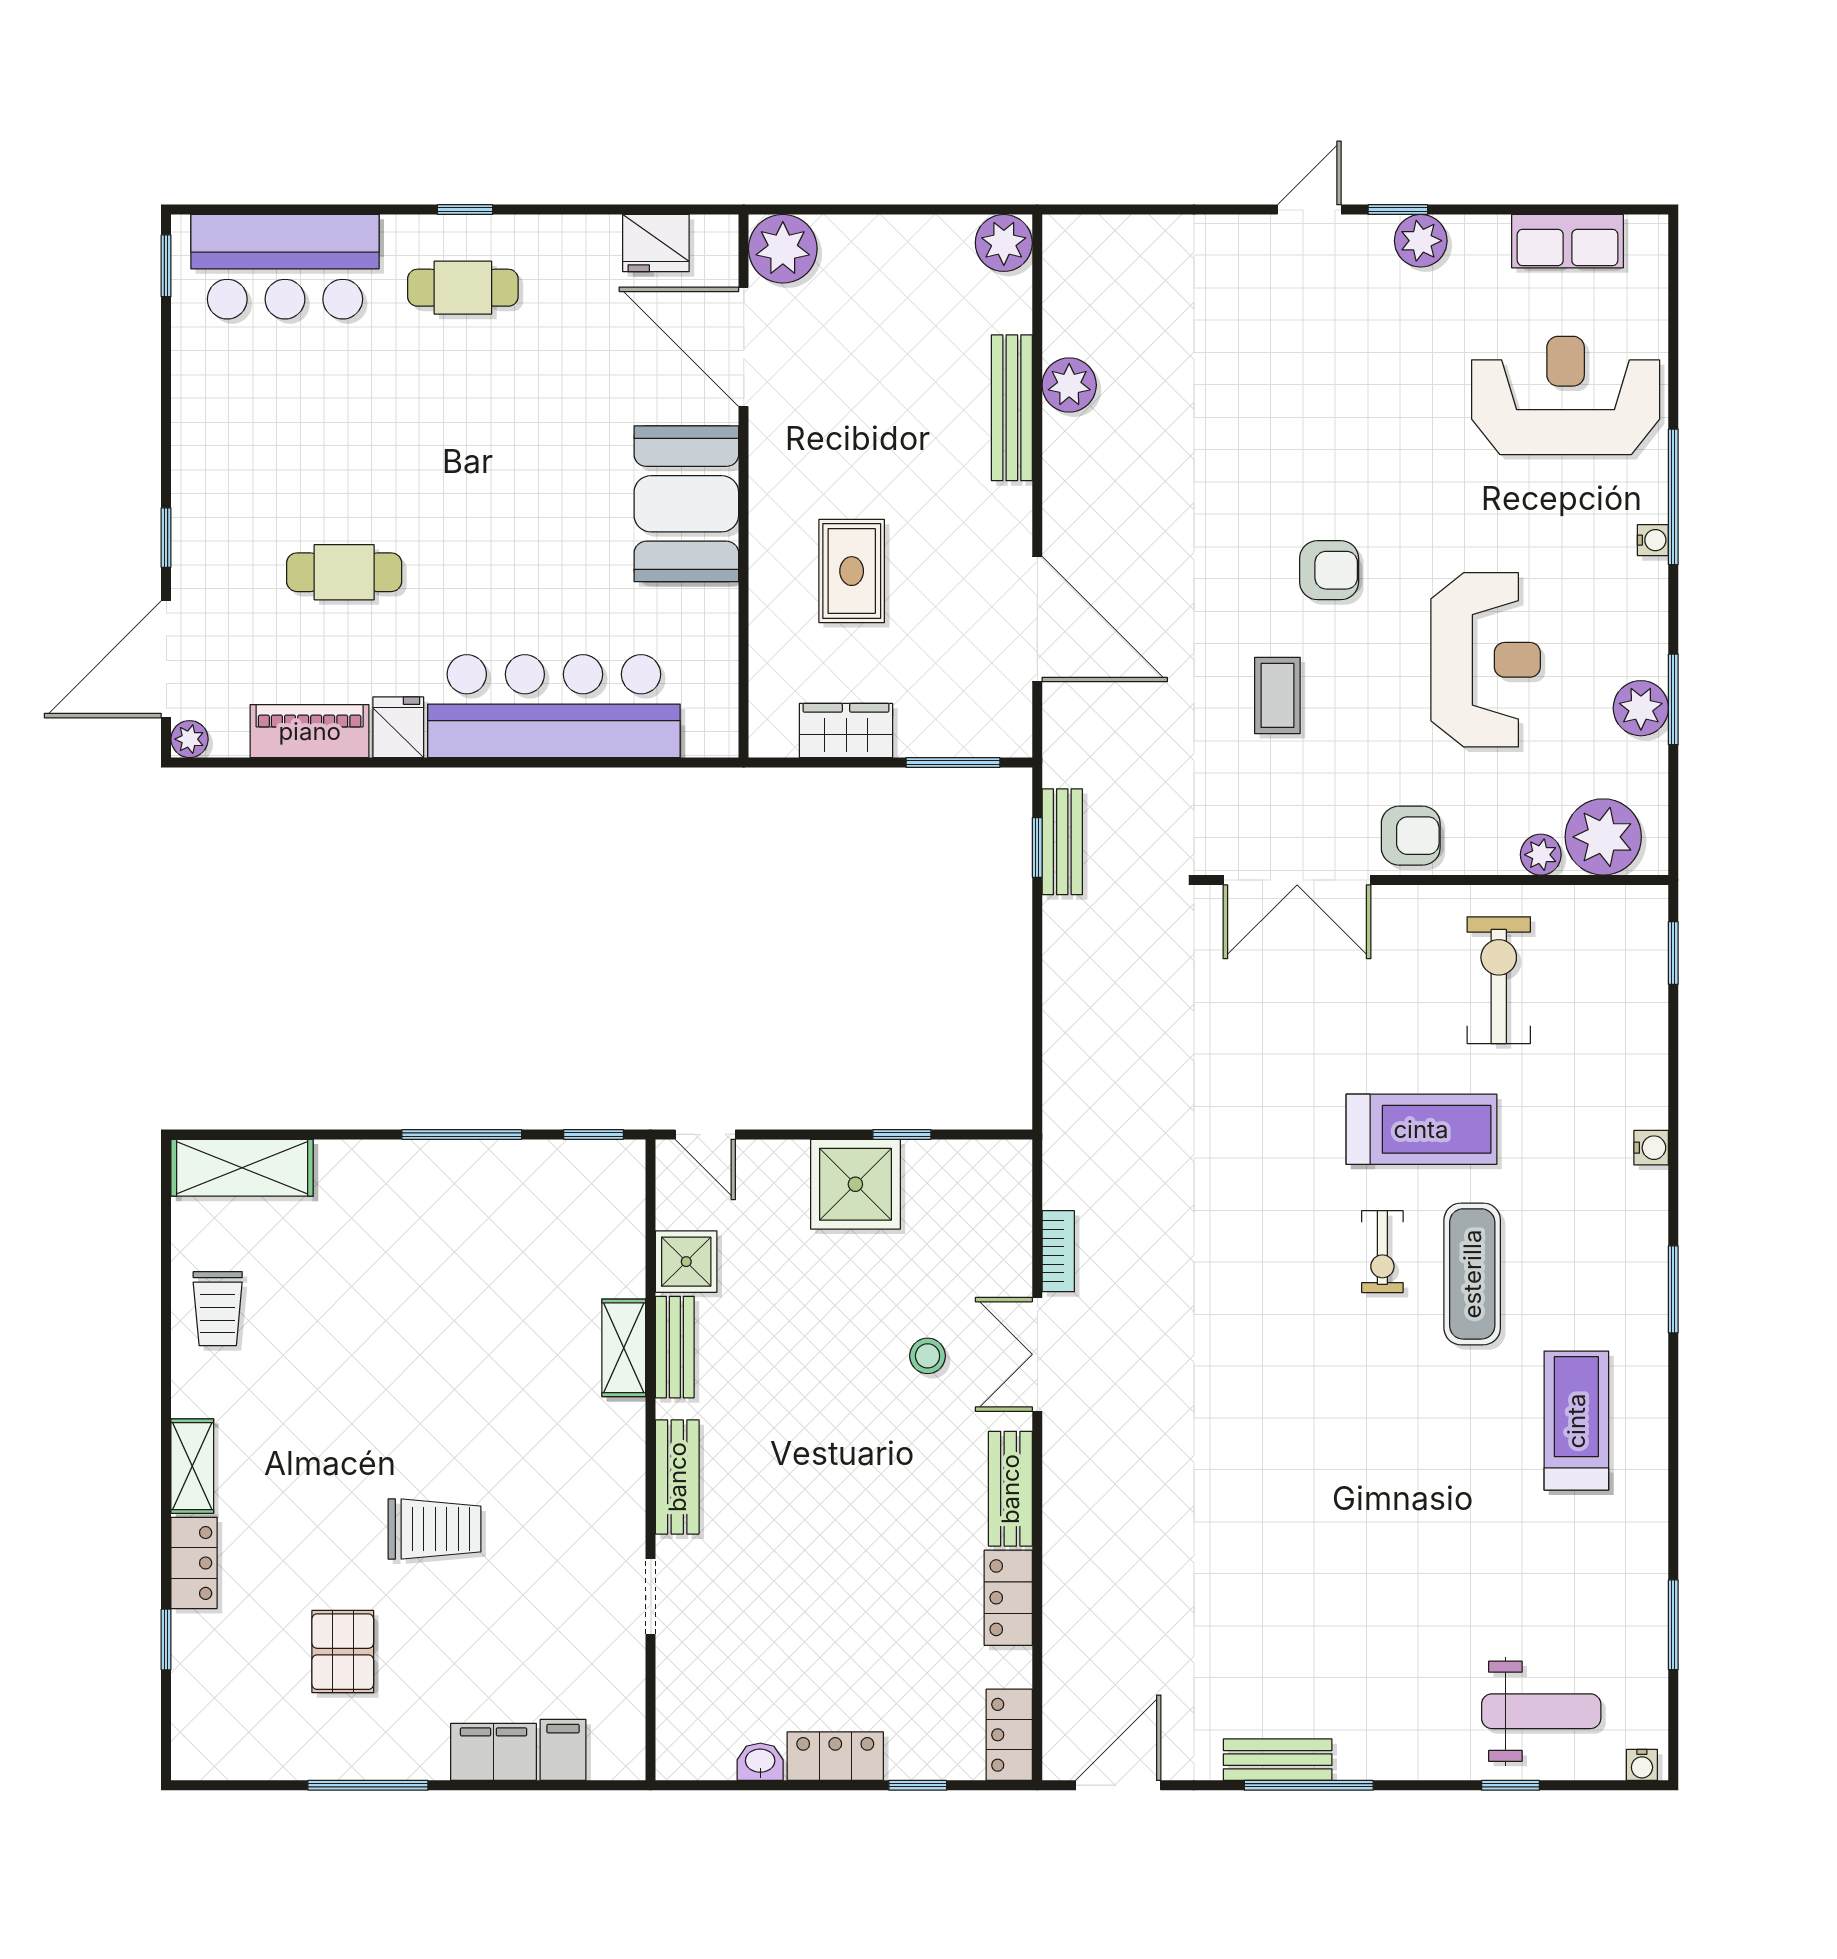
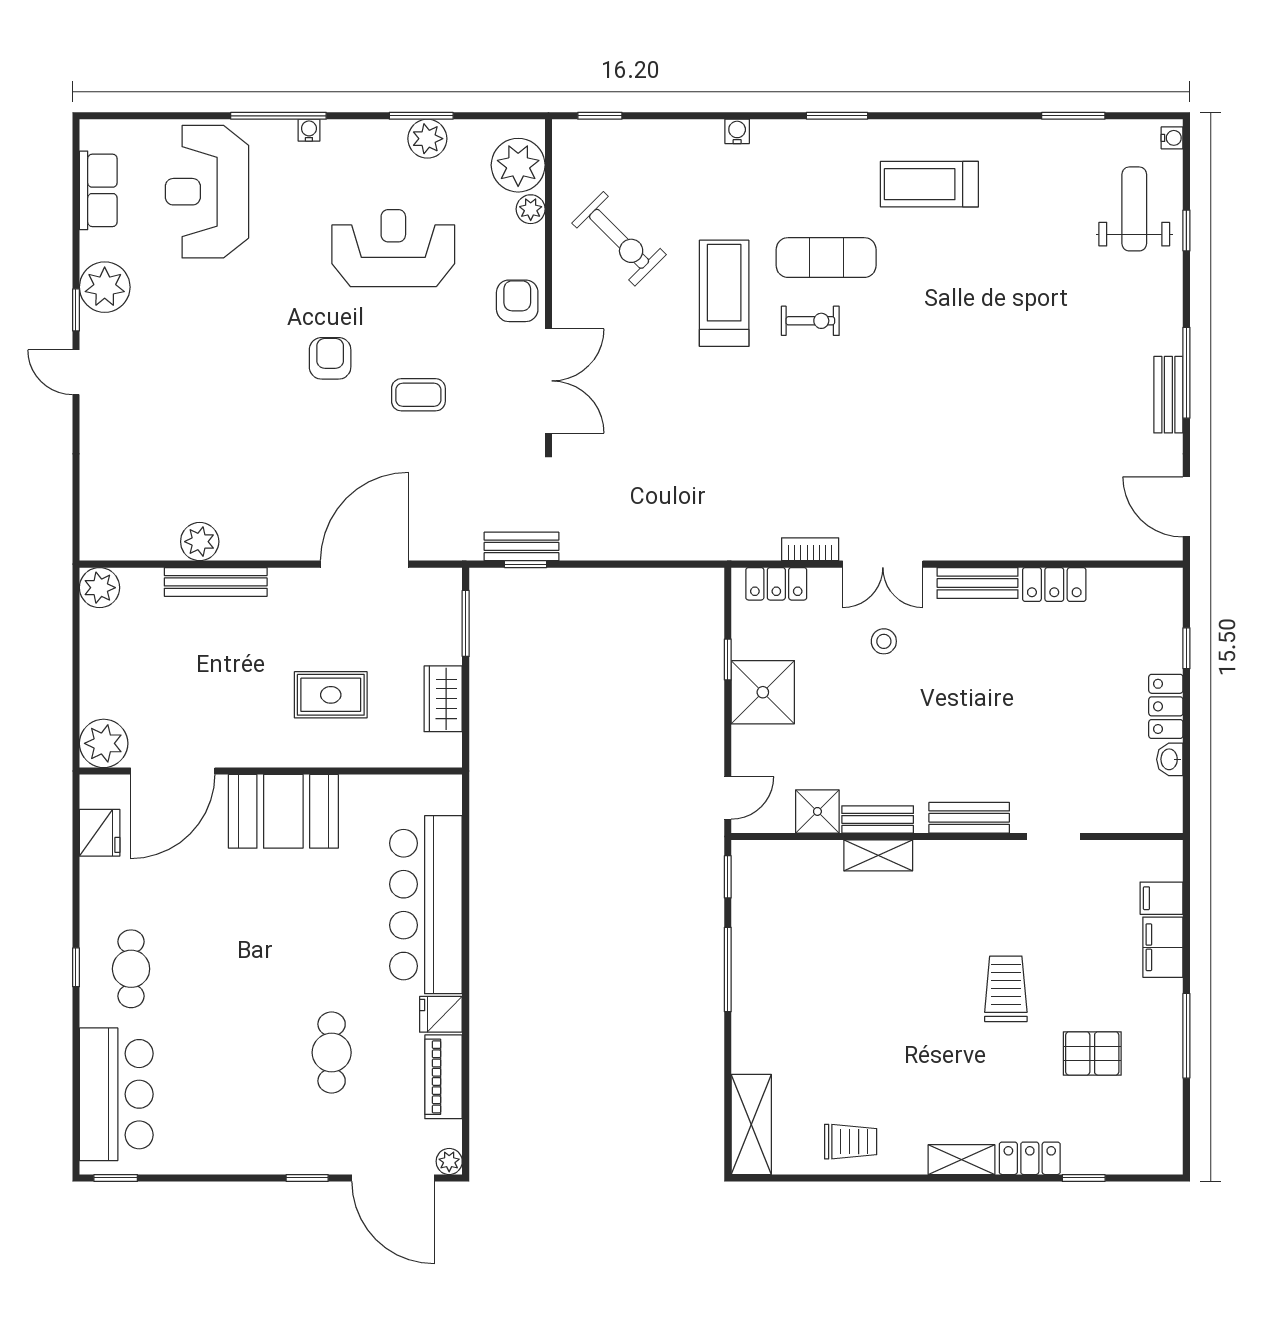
plant: (1421, 241) -> (105, 287), width x1.36, depth x1.36
exercise bike: (1499, 980) -> (619, 239), turned -135
locker: (1009, 1735) -> (776, 584), moved

